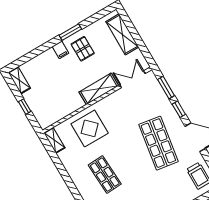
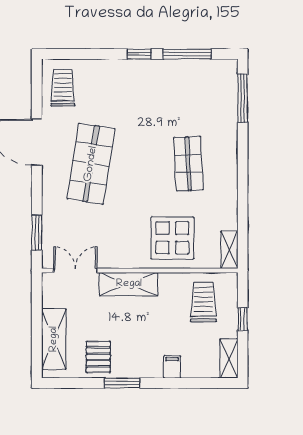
pallet: (83, 49) -> (98, 357), moved
filing cabinet: (60, 50) -> (172, 367), moved
double door: (132, 79) -> (75, 270), swing flipped
trolley: (52, 103) -> (203, 302), added
window: (179, 109) -> (37, 193), removed

